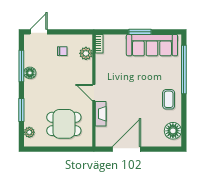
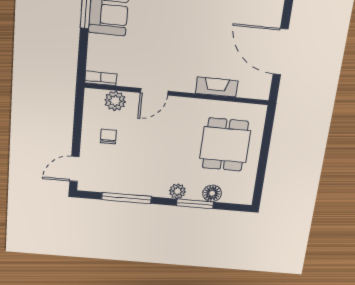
door: (39, 32) -> (74, 169), hinge flipped
floor lamp: (30, 73) -> (212, 193), moved
door: (94, 93) -> (154, 92), moved
plant: (29, 132) -> (177, 191), moved

